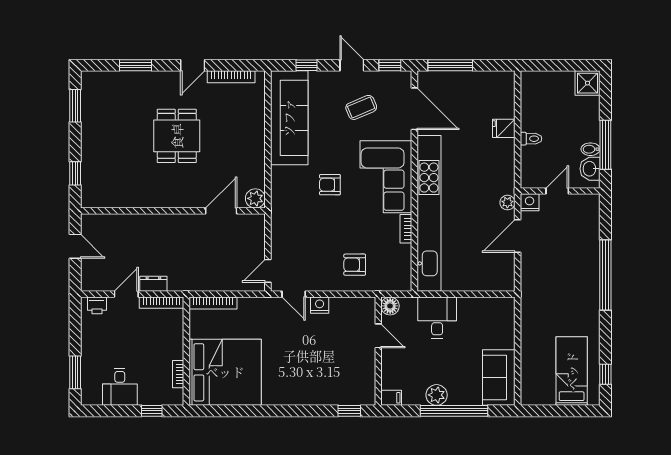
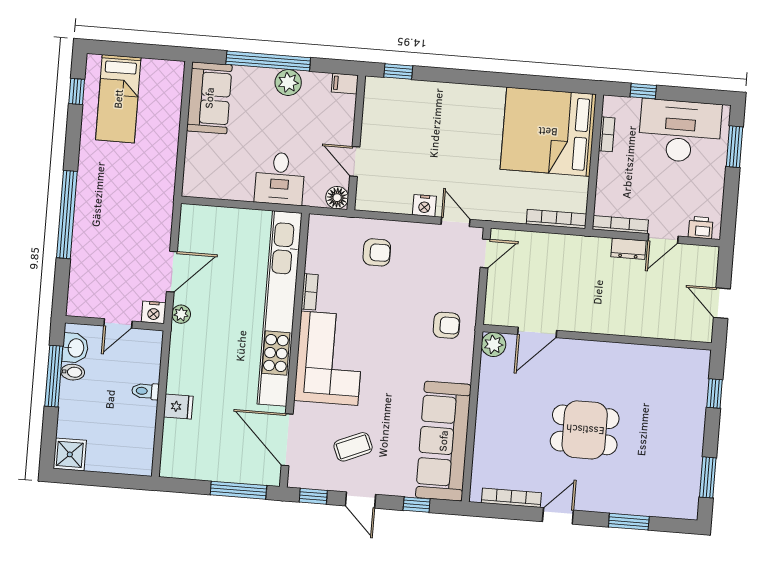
dining table: (177, 136) -> (585, 430), turned 90
armchair: (330, 185) -> (446, 325), moved
desk: (120, 387) -> (680, 131), width x1.87, depth x1.30

